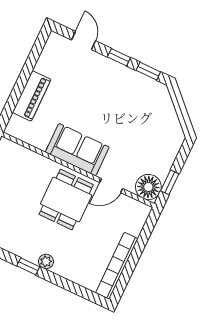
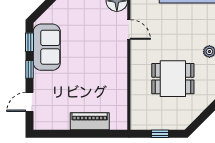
sofa: (77, 150) -> (47, 47), moved, turned 180
dining table: (66, 200) -> (173, 79), moved

